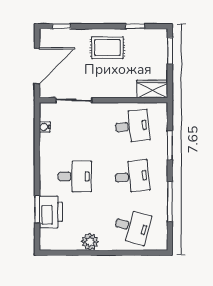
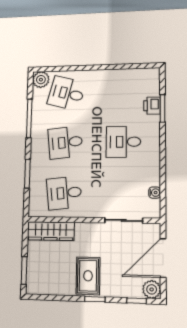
window: (135, 26) -> (95, 299), moved
plant: (48, 37) -> (152, 289), added
rug: (107, 48) -> (88, 276), turned 90
wardrobe: (152, 89) -> (51, 231), width x1.50
printer: (51, 212) -> (152, 106), width x0.53, depth x0.68
plant: (90, 242) -> (41, 80), moved

